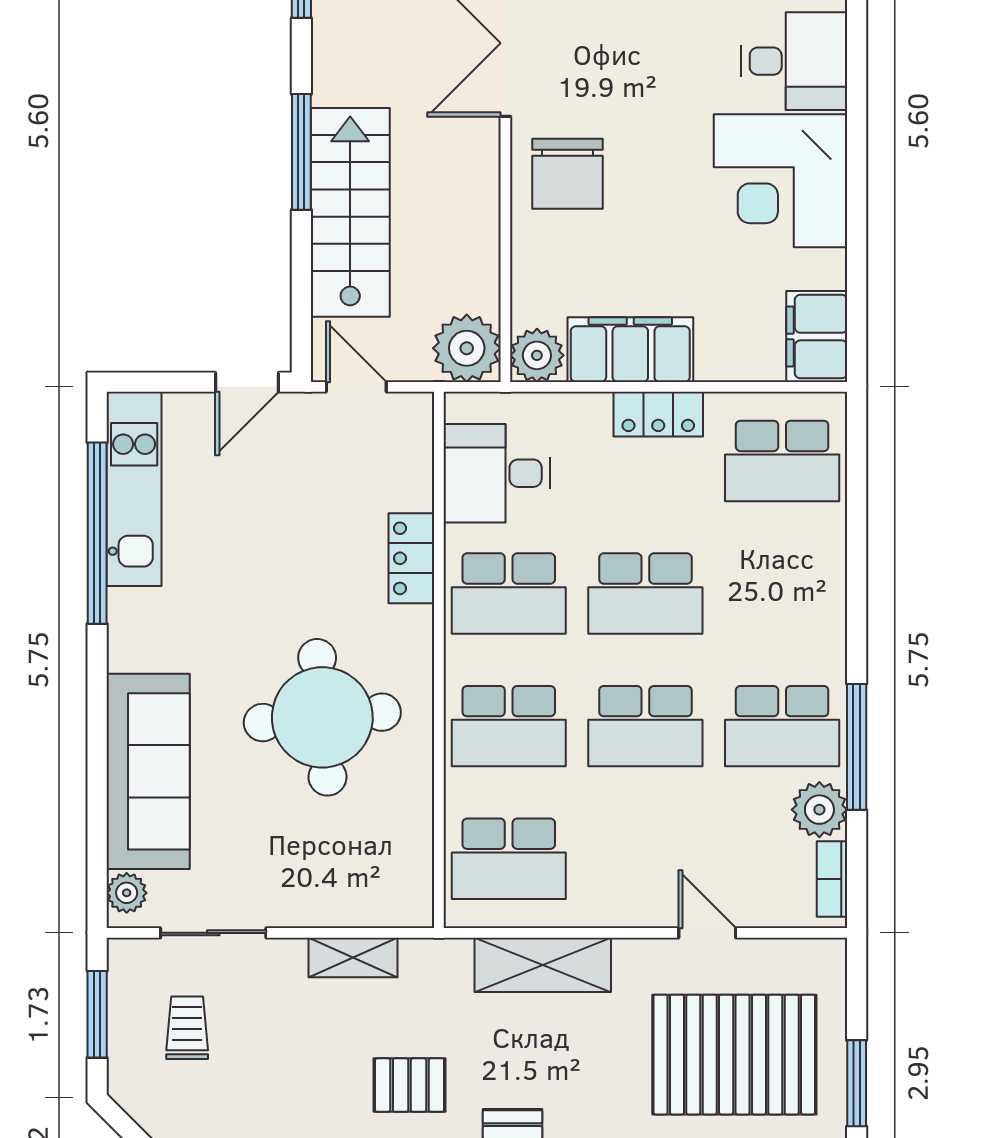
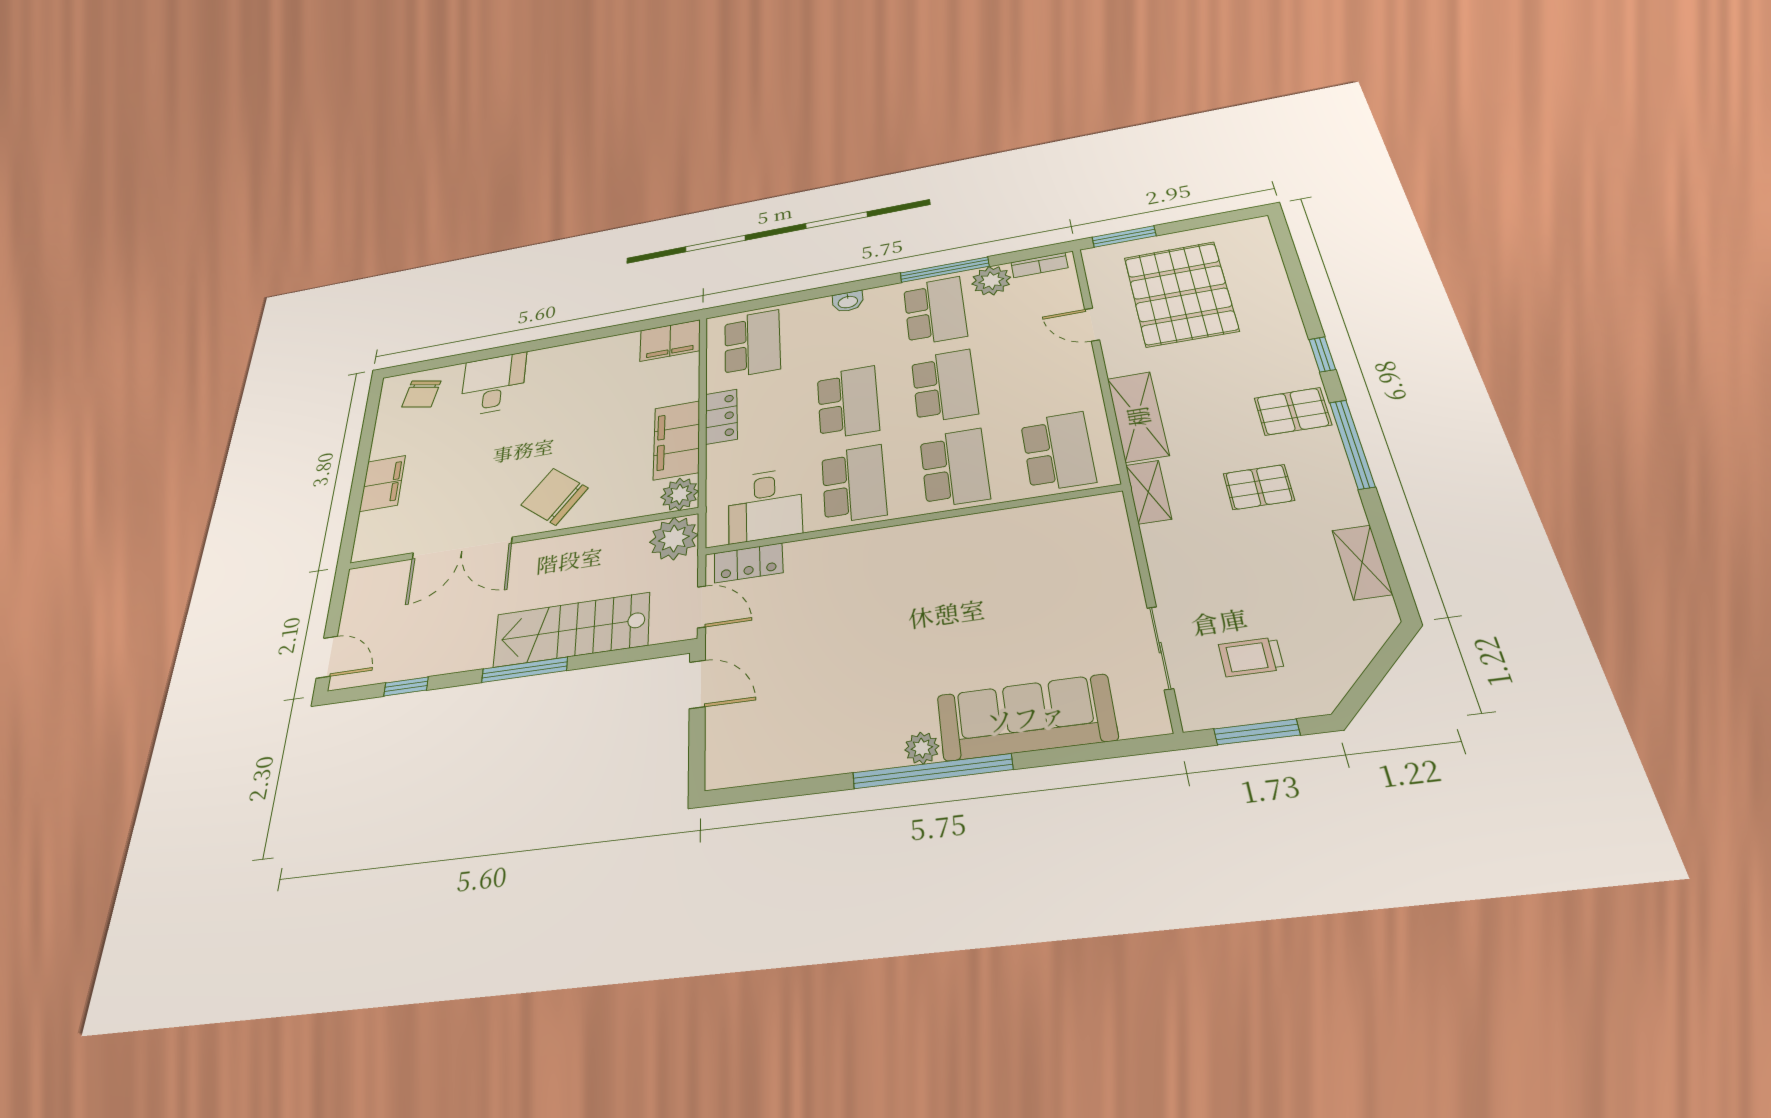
chair: (568, 174) -> (554, 497), turned -141
corner desk: (780, 181) -> (568, 378), removed
door: (356, 387) -> (701, 607), swing flipped
kitchen unit: (134, 489) -> (785, 759), removed
window: (97, 533) -> (932, 771), moved
locker: (411, 558) -> (748, 563), moved
washbasin: (829, 604) -> (848, 302), added
round table: (322, 717) -> (963, 593), removed
plant: (127, 893) -> (922, 748), moved
door: (707, 933) -> (1092, 325), hinge flipped
shelving: (353, 957) -> (1148, 492), moved
window: (857, 1083) -> (1124, 237), moved
pallet: (410, 1085) -> (1259, 487), turned 90

